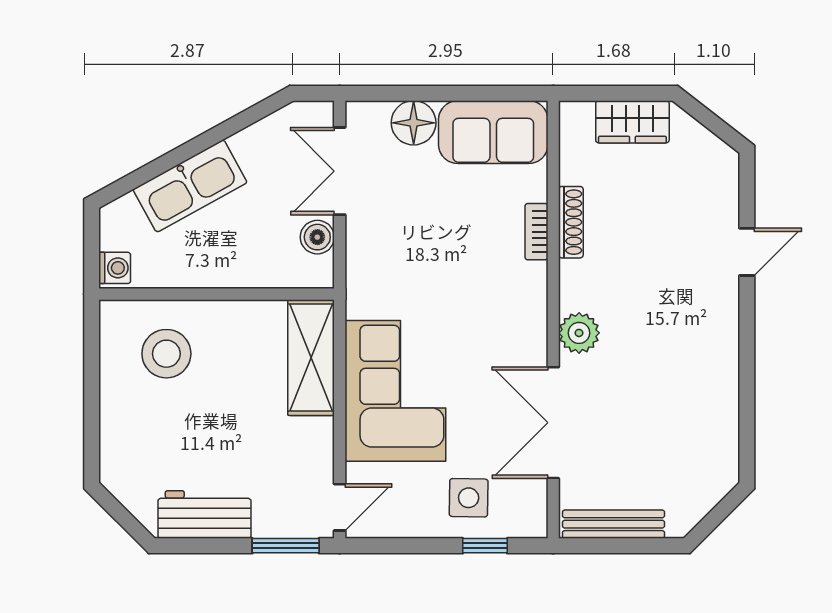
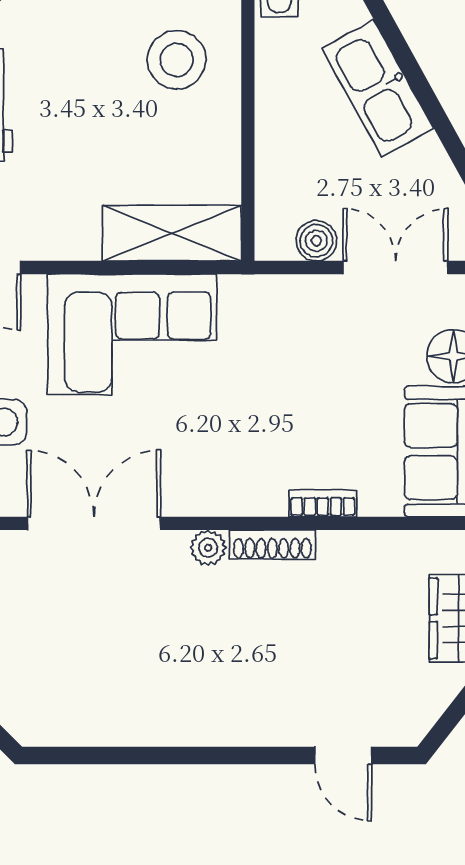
shoe rack: (571, 222) -> (272, 545), moved
door: (747, 252) -> (343, 755), moved
plant: (579, 333) -> (208, 548), width x0.73, depth x0.73

